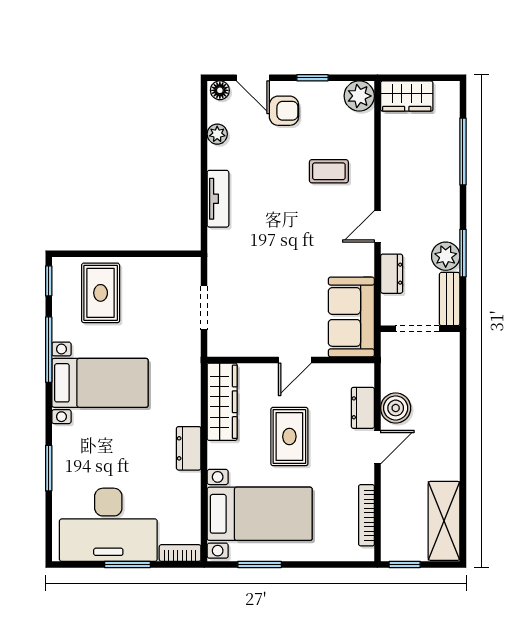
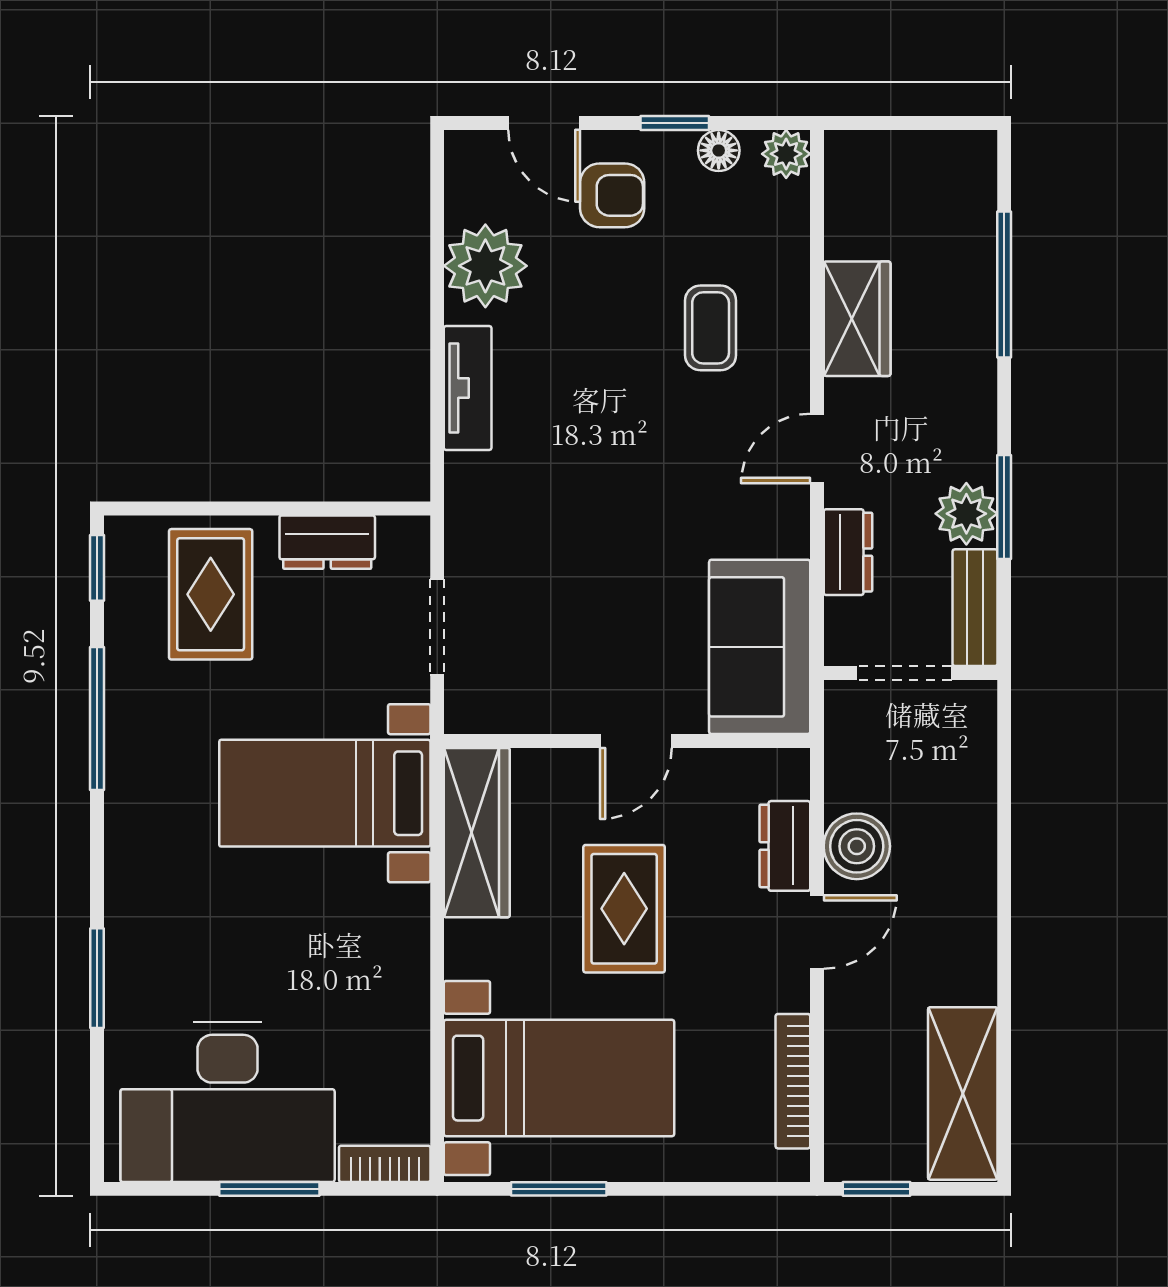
floor lamp: (220, 90) -> (719, 150), moved
plant: (359, 96) -> (786, 154), width x0.73, depth x0.73
wardrobe: (407, 96) -> (857, 319), moved, turned -90
plant: (217, 134) -> (485, 266), width x1.88, depth x1.88
coffee table: (329, 171) -> (711, 328), turned 90
bed with nightstands: (100, 383) -> (325, 793), moved, turned 180
dresser: (189, 448) -> (327, 542), moved, turned -90

